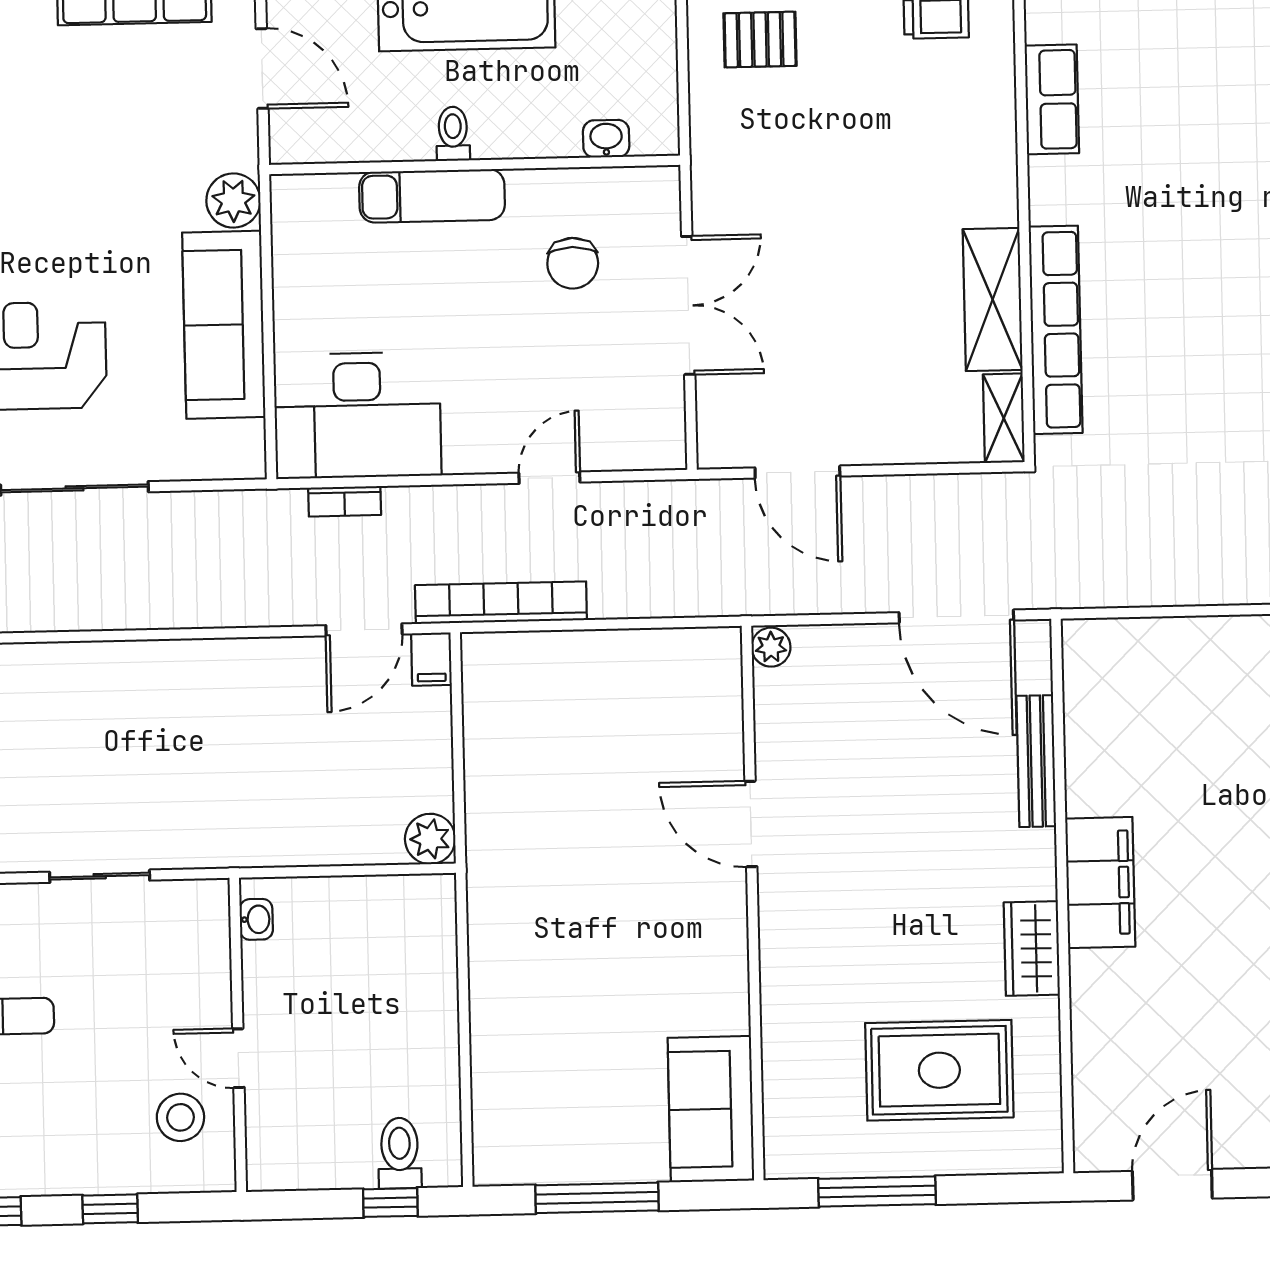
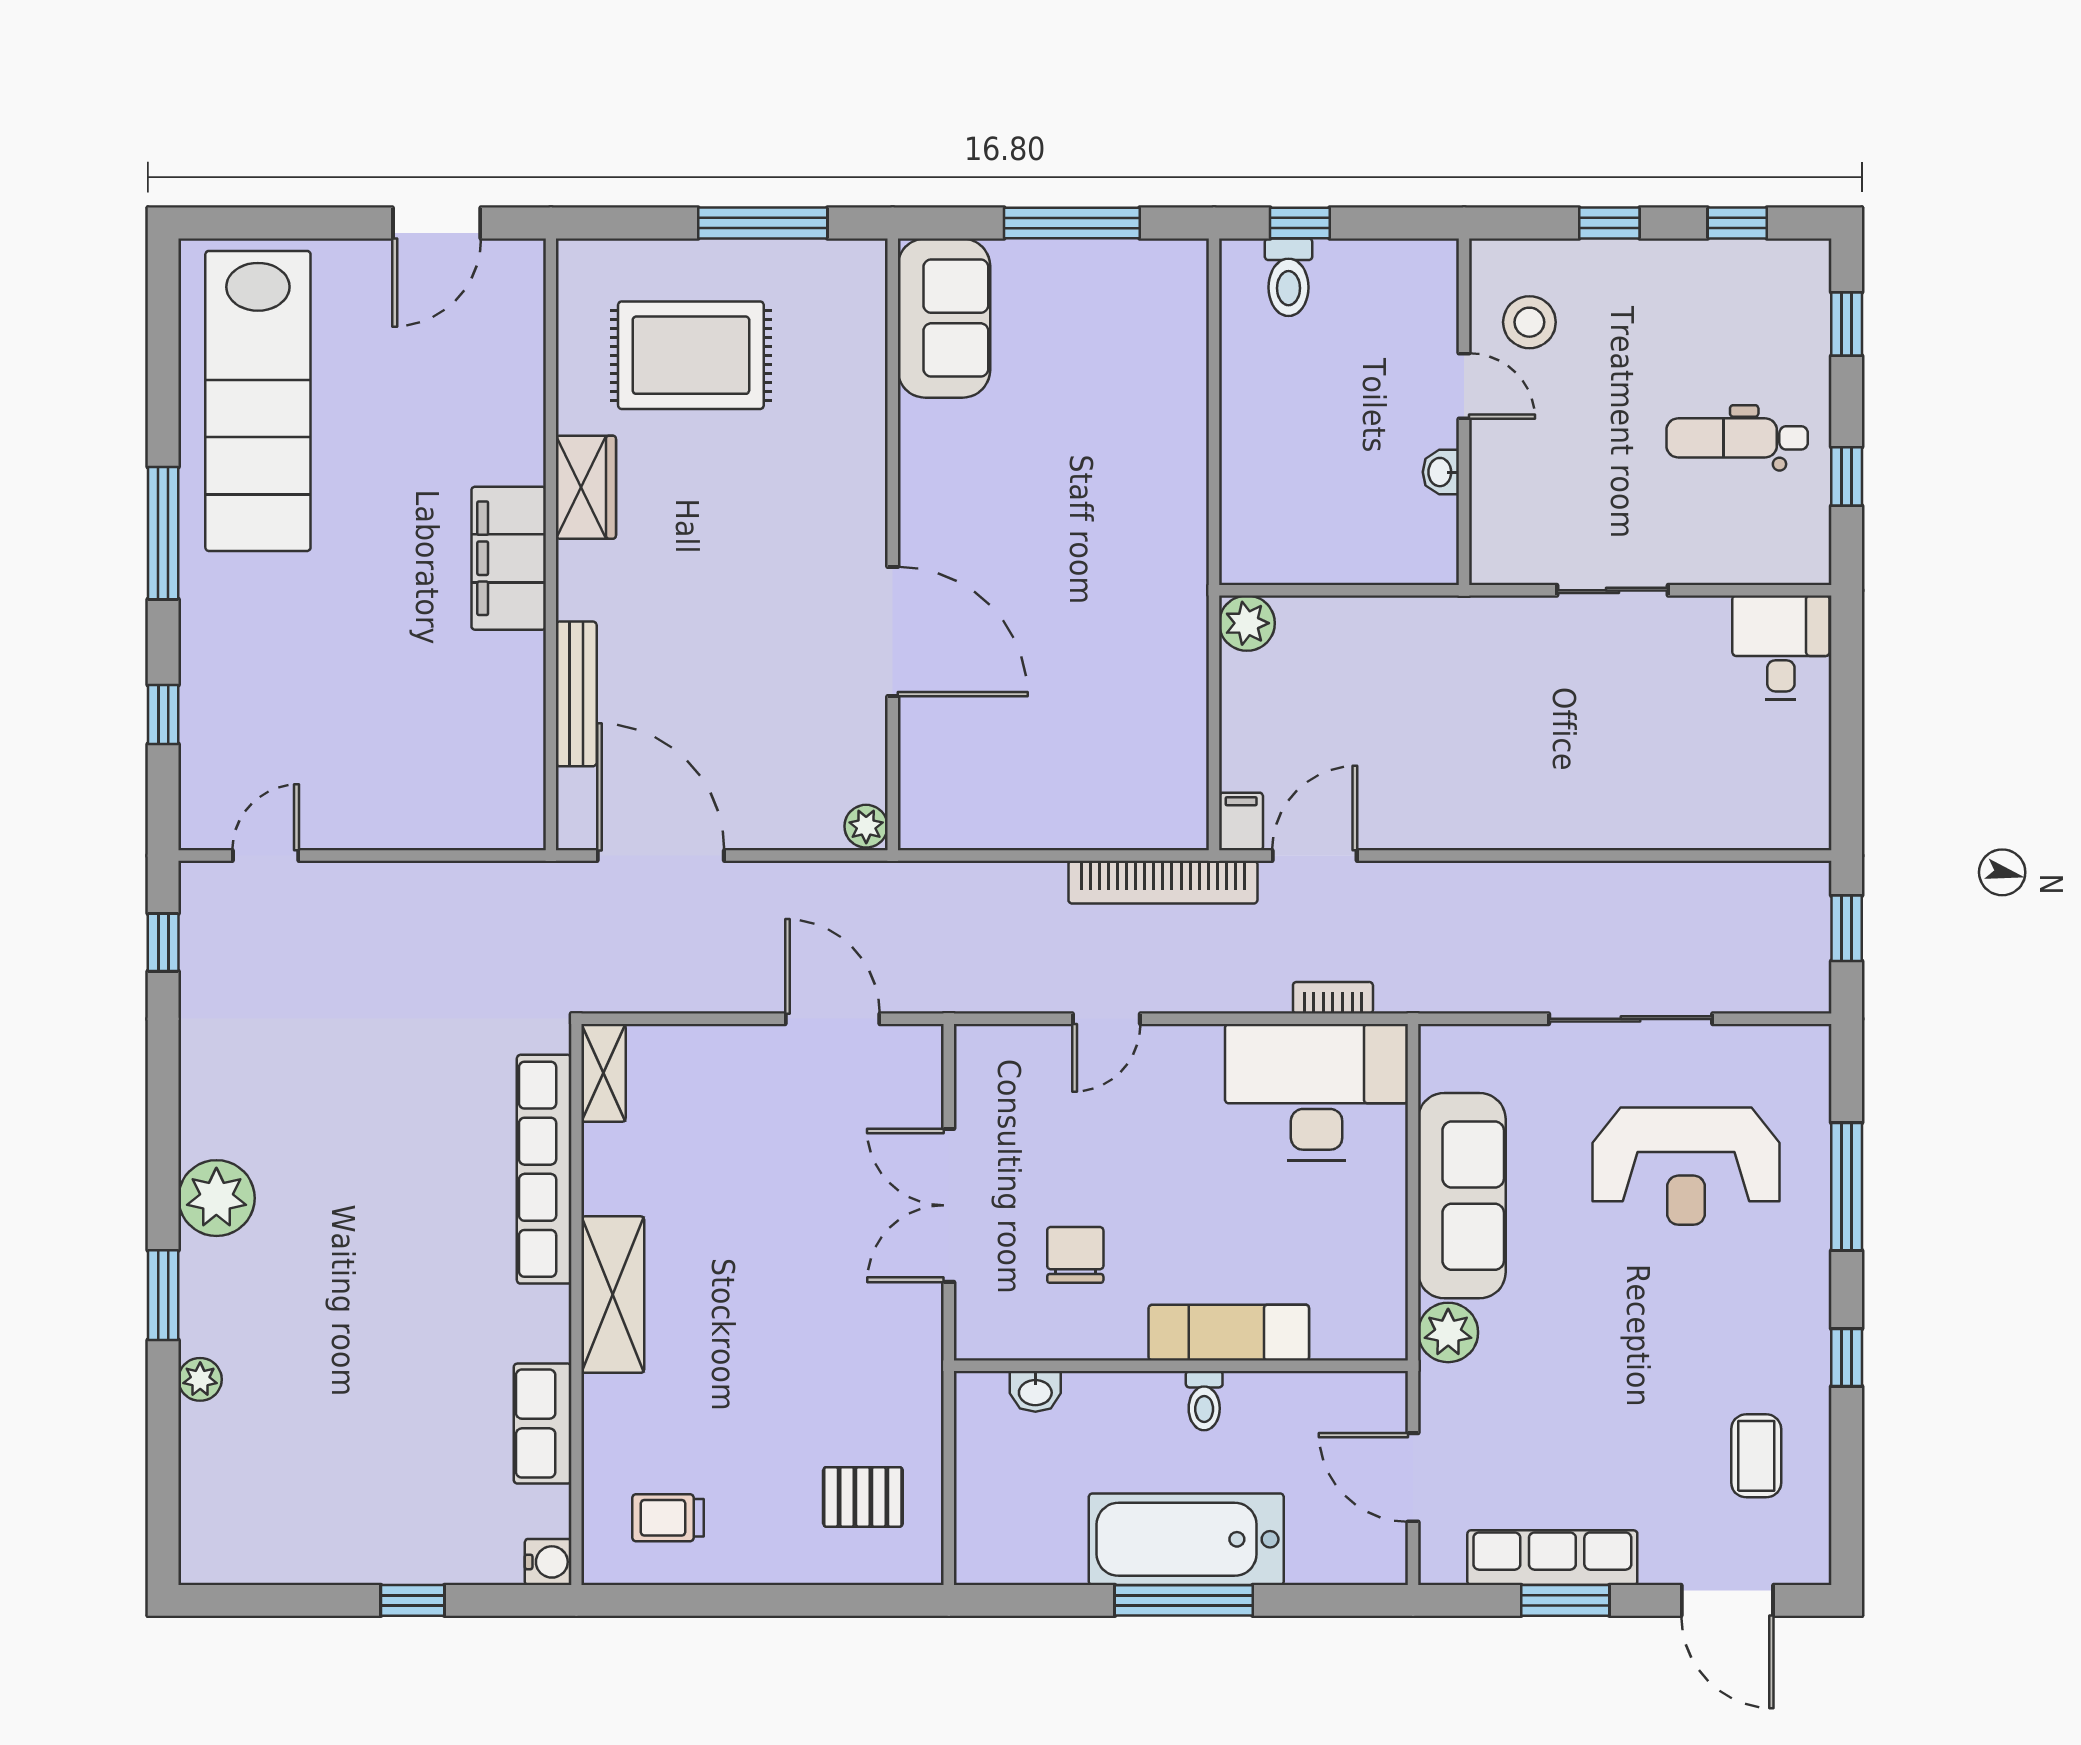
shelving: (993, 299) -> (613, 1295), moved
door: (751, 824) -> (893, 632), width x1.36
washbasin: (256, 919) -> (1441, 472), moved

